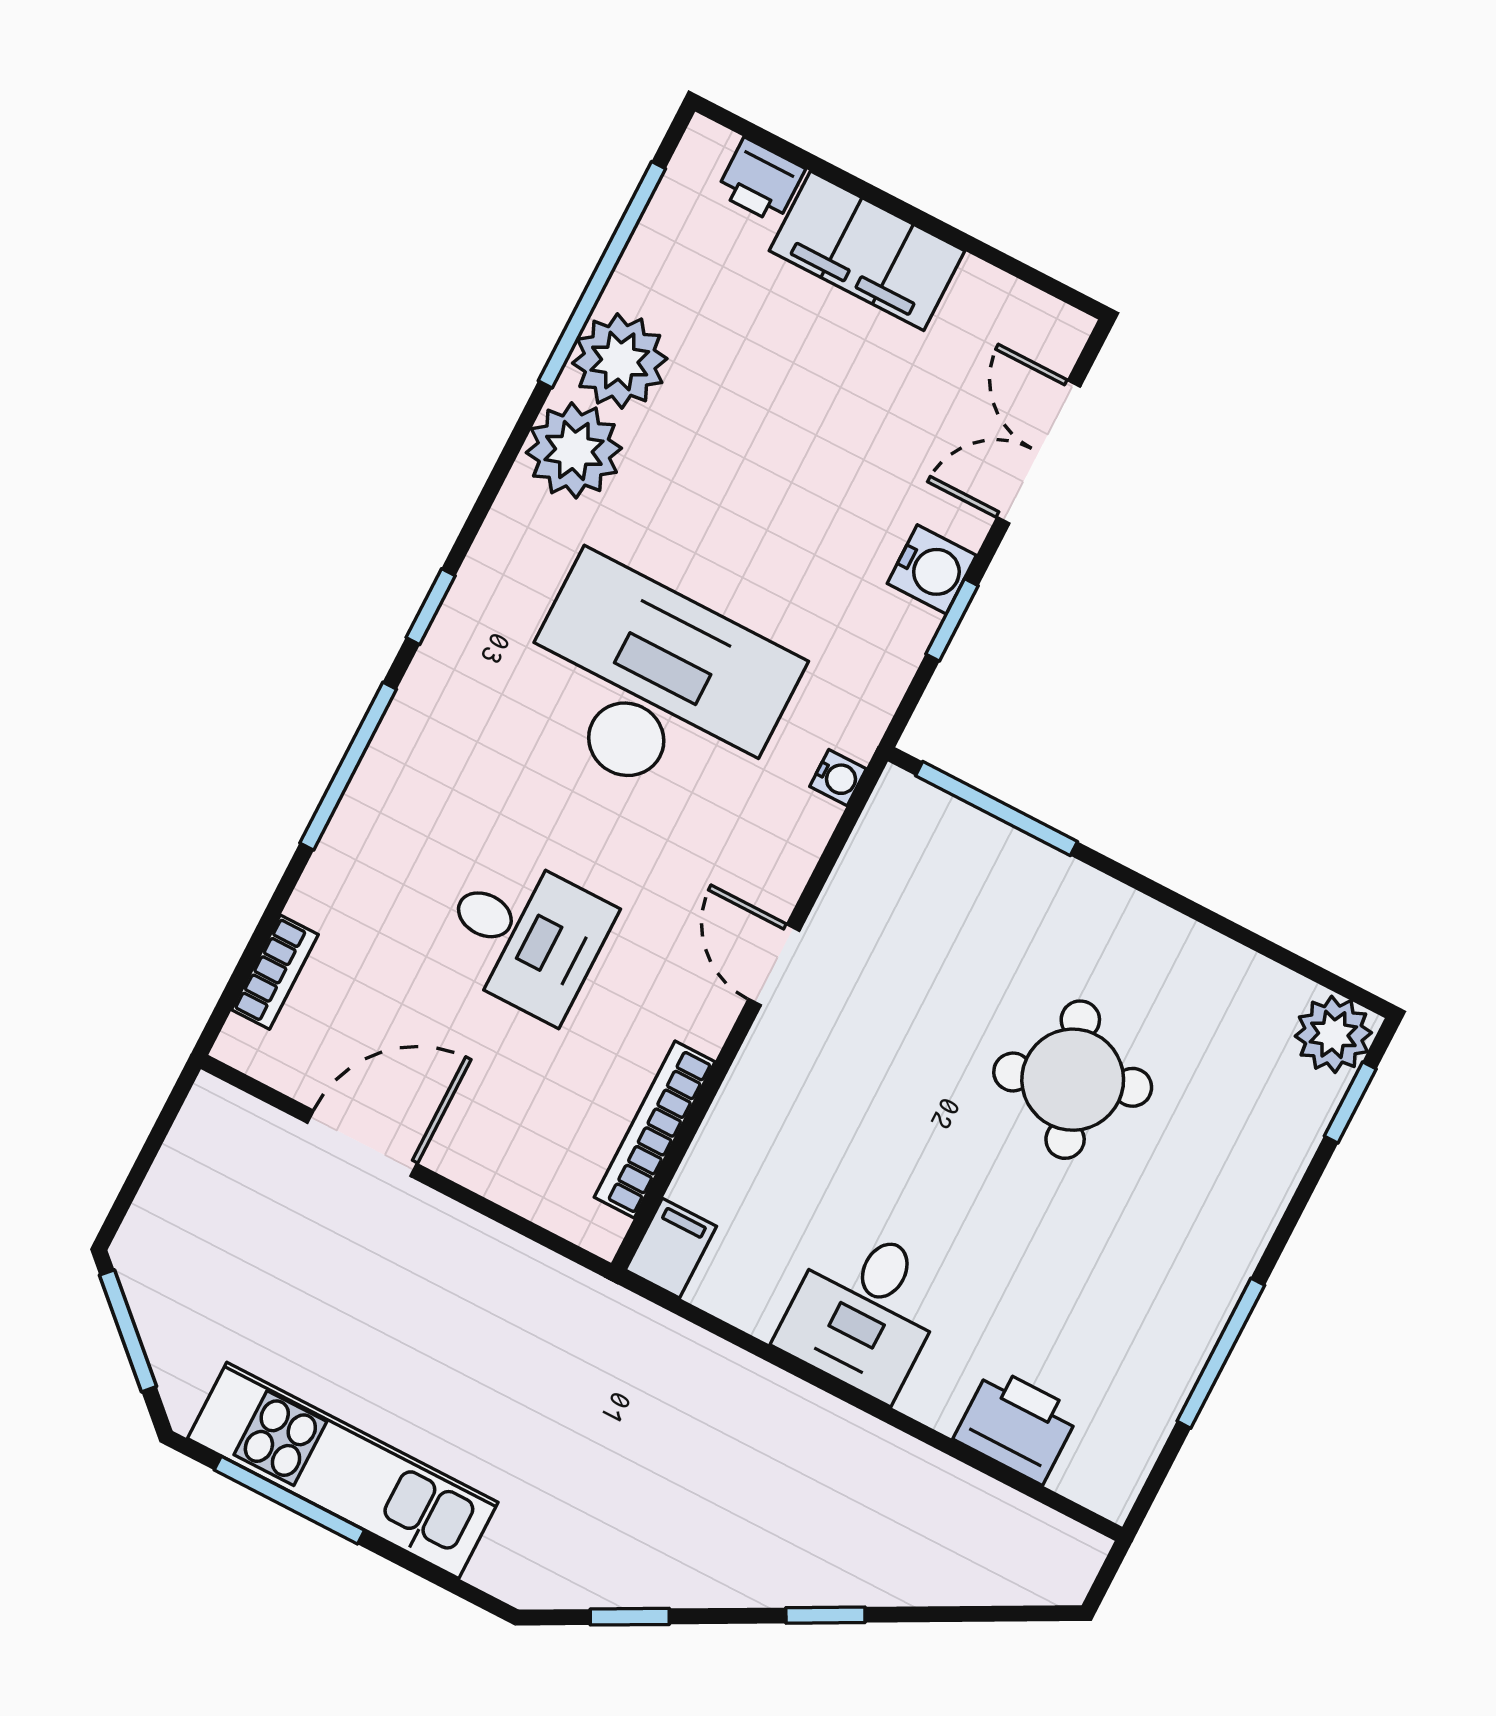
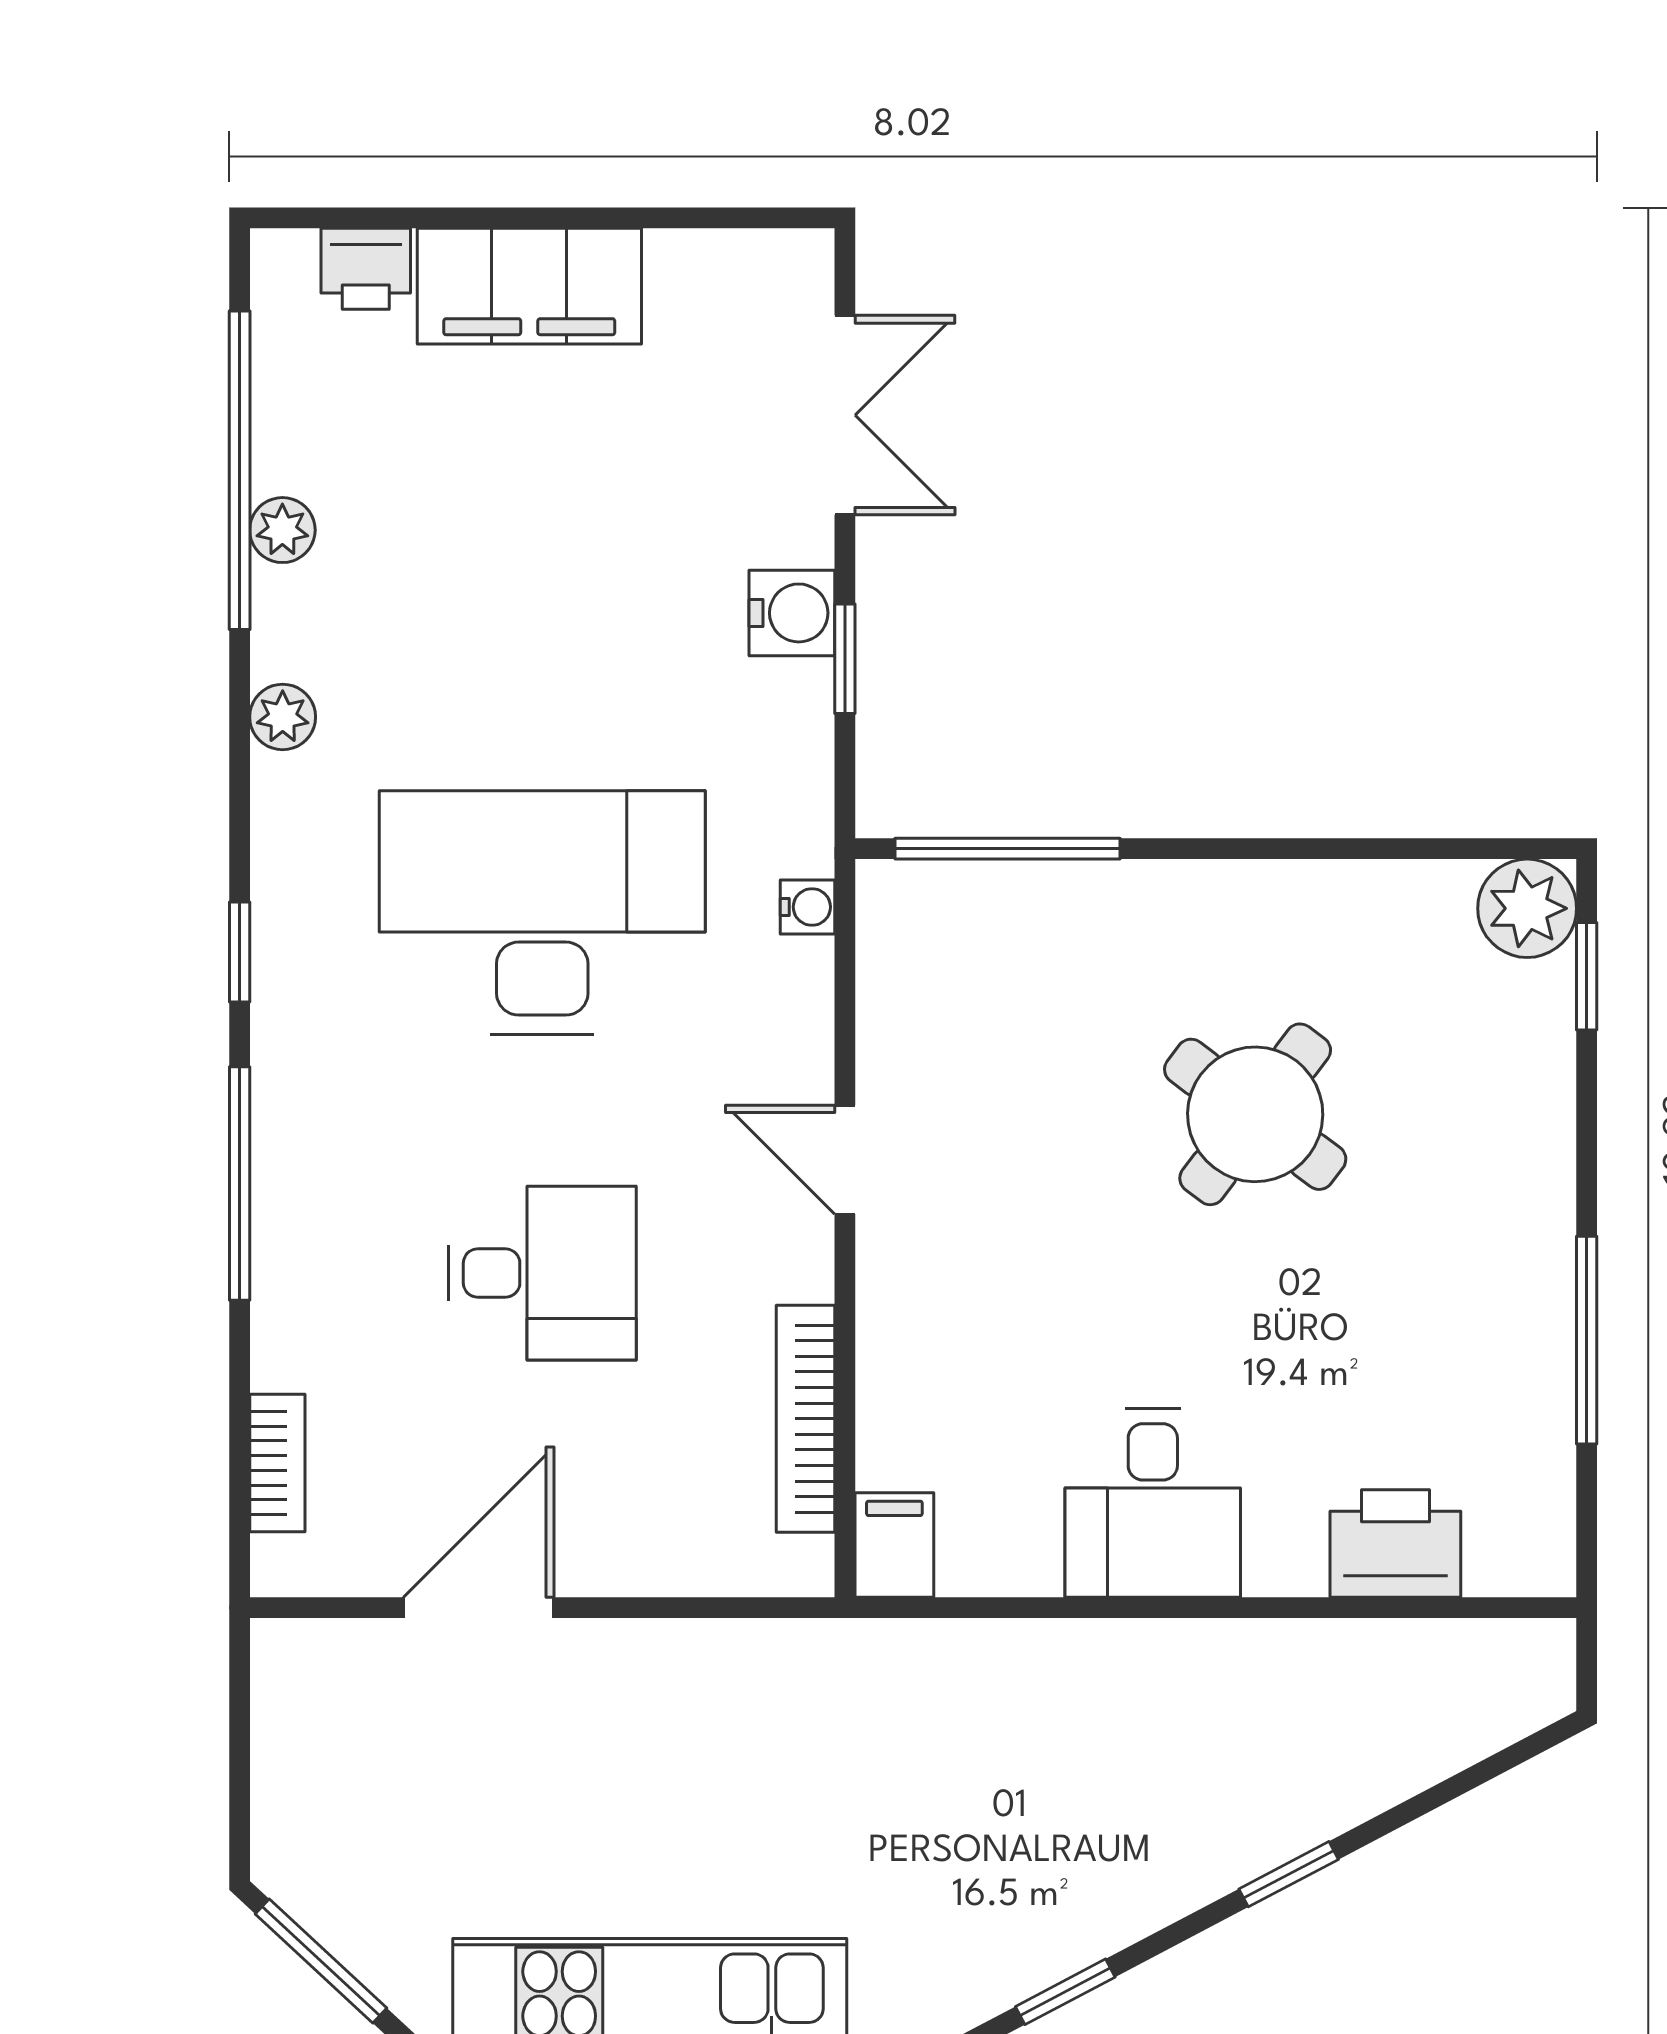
plant: (620, 361) -> (282, 530), width x0.53, depth x0.53
plant: (574, 450) -> (283, 717), width x0.53, depth x0.53
double door: (1039, 452) -> (845, 415), swing flipped
round table: (1073, 1080) -> (1255, 1114), turned -33

